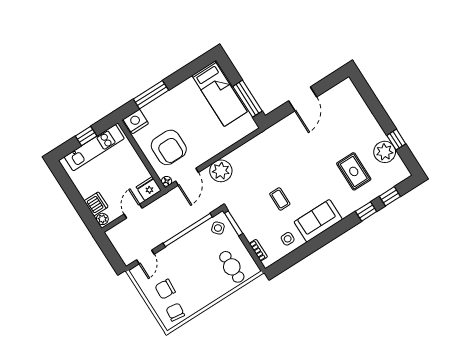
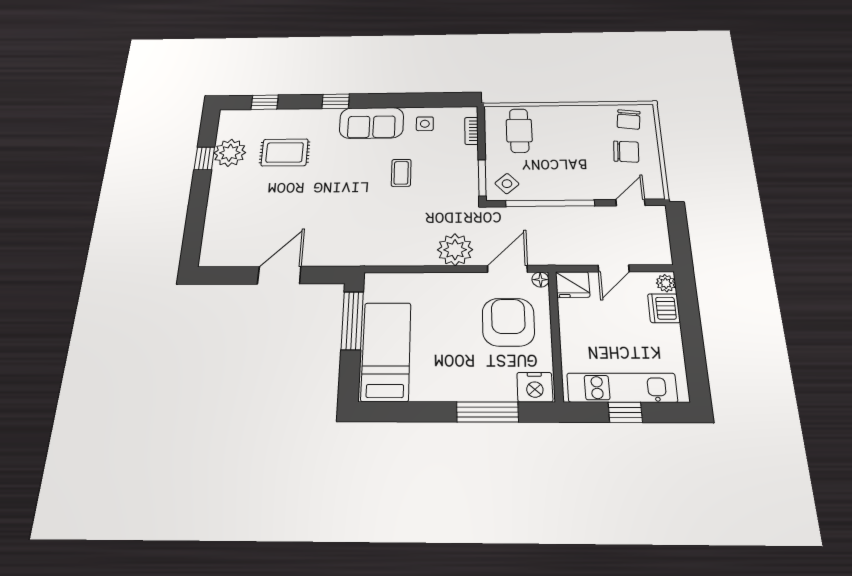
rug: (354, 171) -> (285, 152), turned 90
window: (366, 211) -> (336, 101), moved

